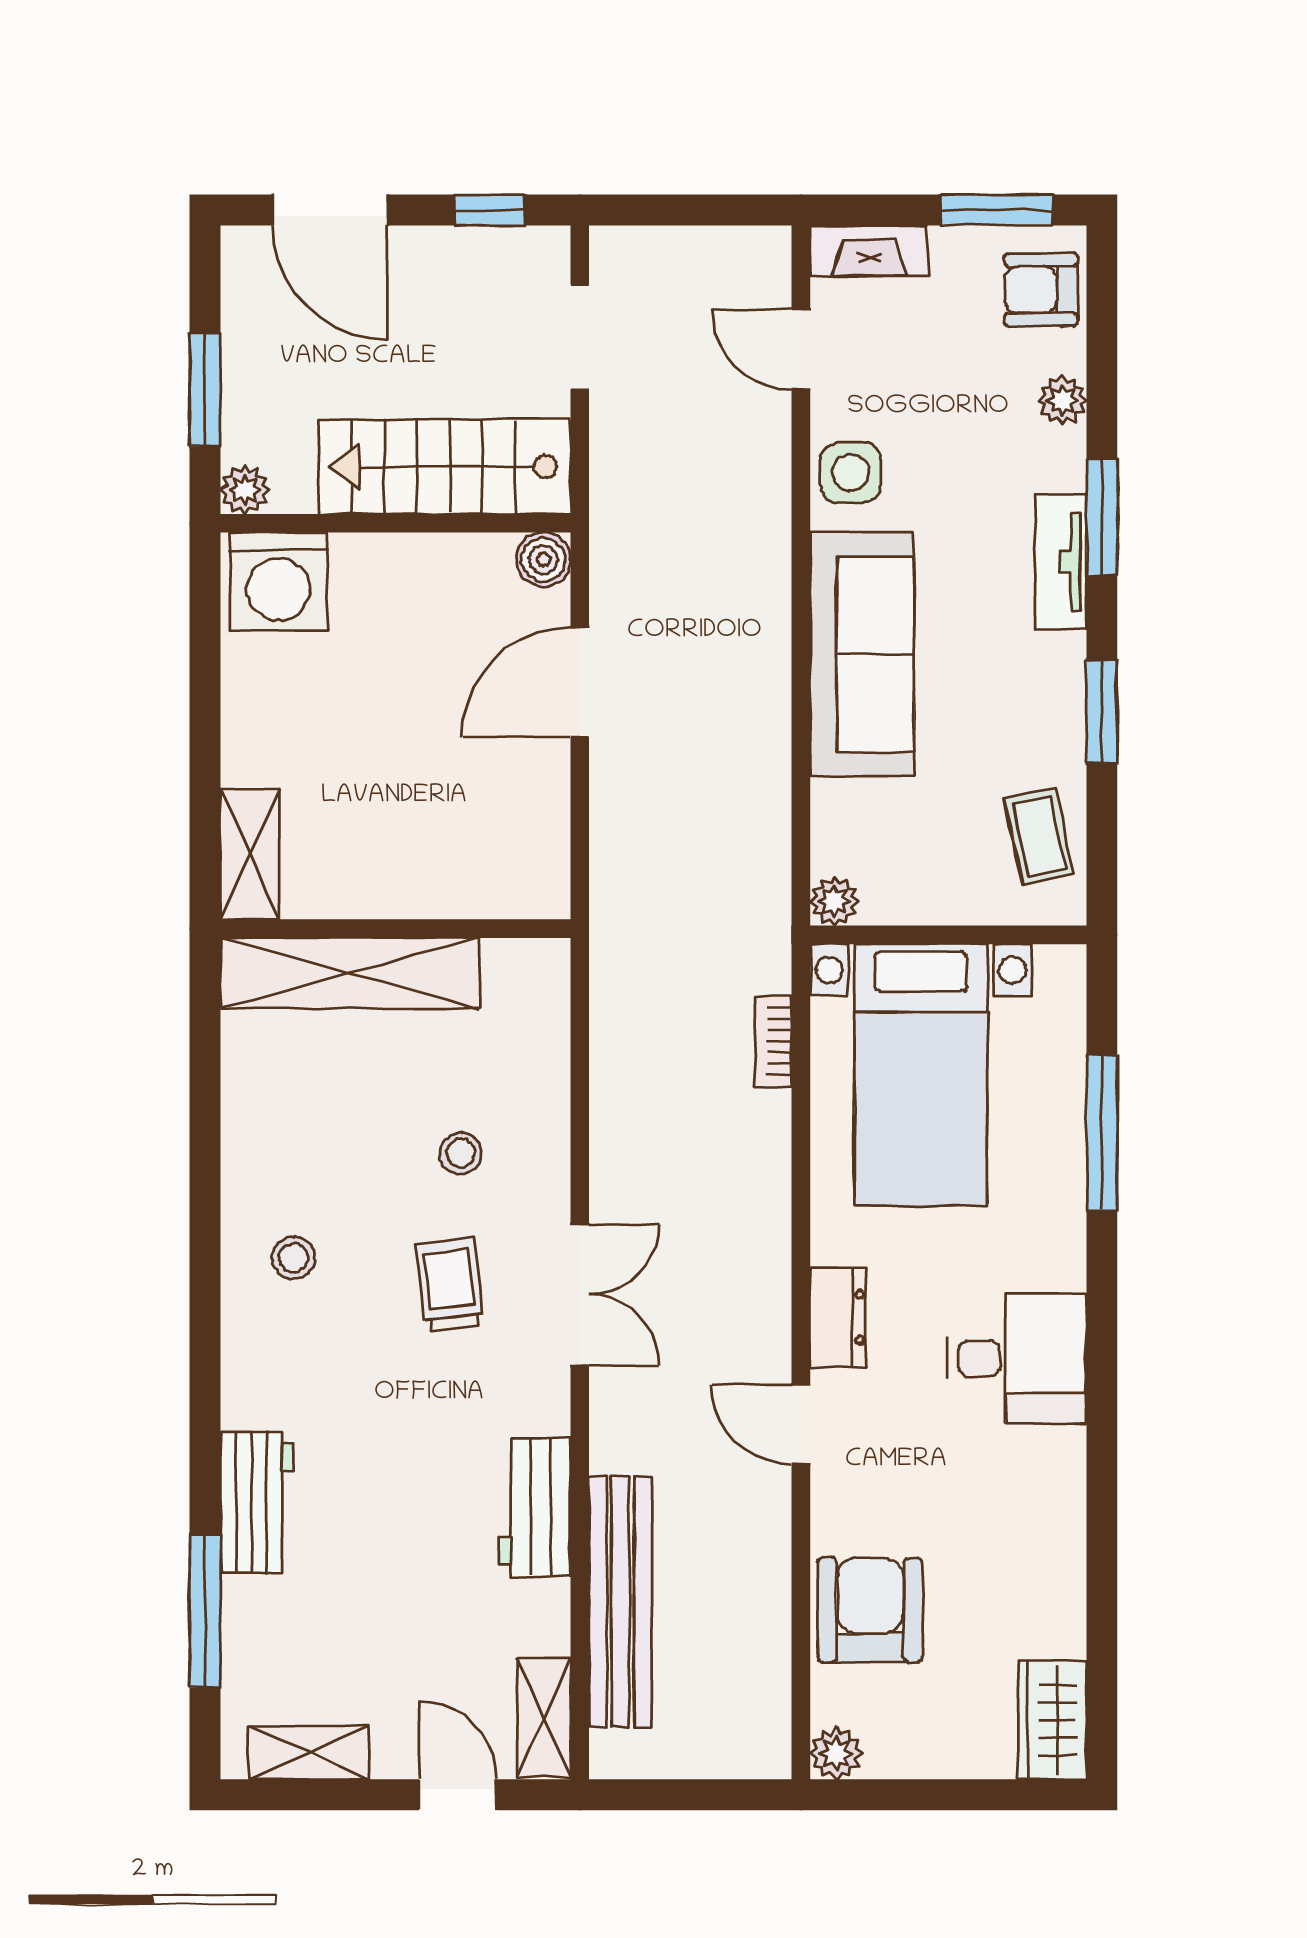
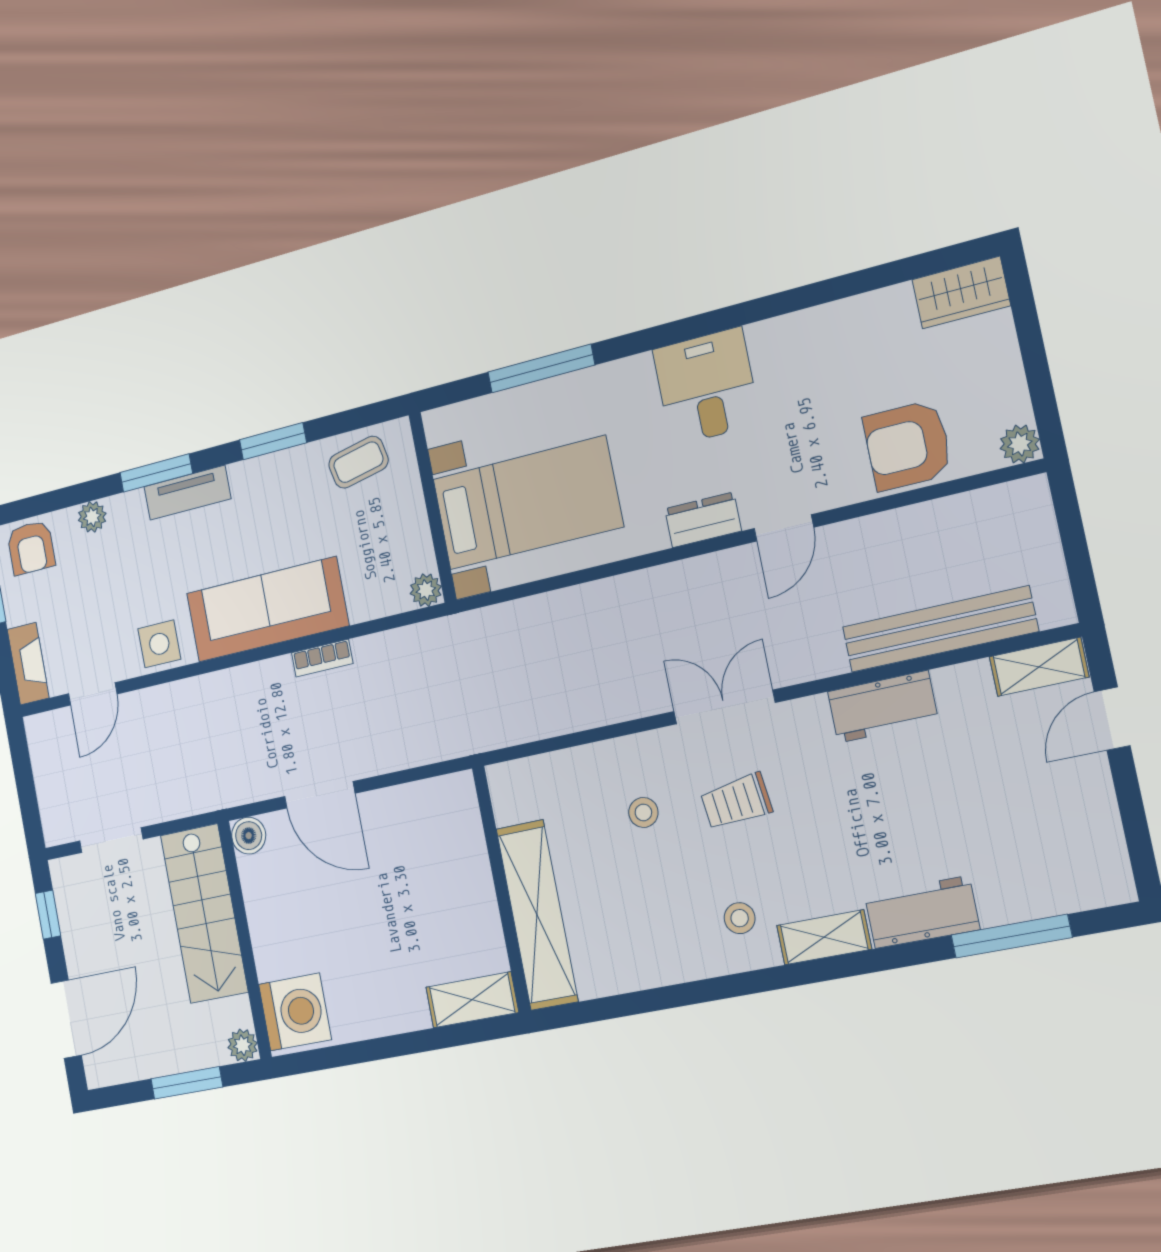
bookcase: (773, 1041) -> (322, 658), moved
shelving: (309, 1752) -> (824, 937), moved, turned 90

